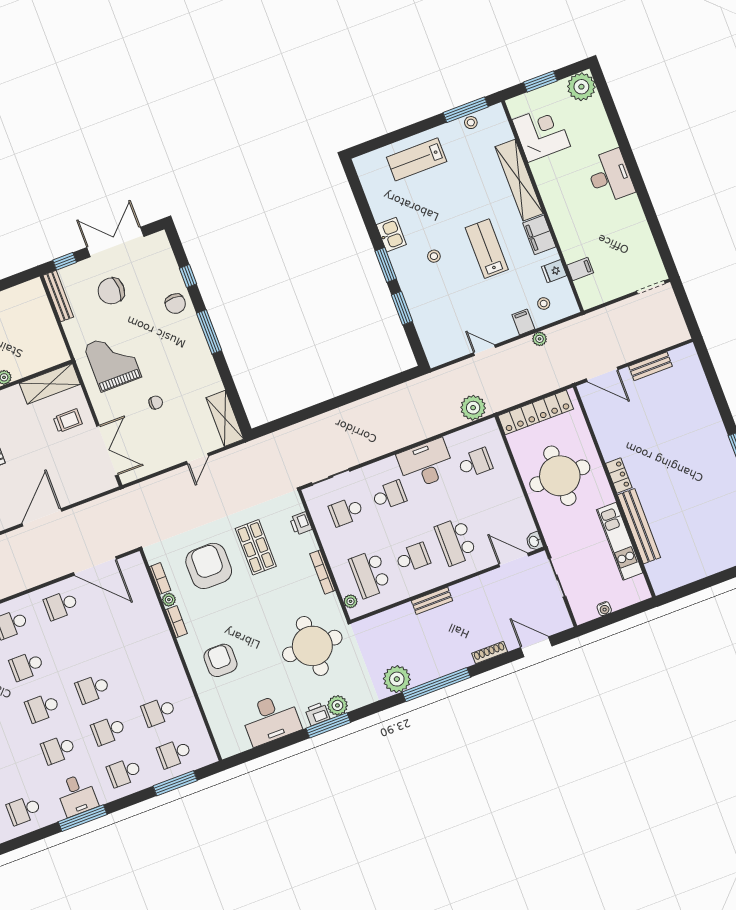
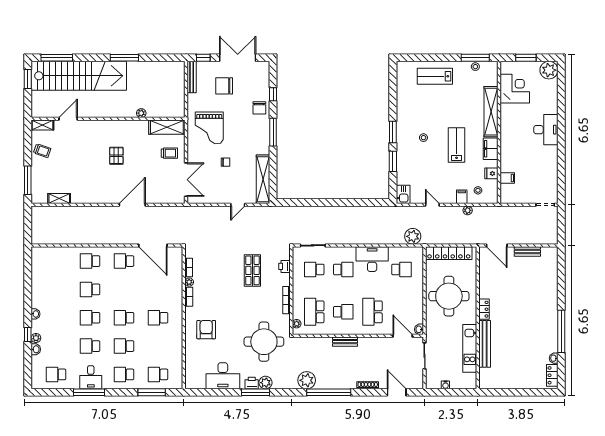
kitchen sink: (391, 235) -> (403, 194), moved
grand piano: (113, 361) -> (209, 128), turned 180
shelving: (225, 418) -> (263, 179), width x1.47
armchair: (209, 566) -> (220, 271), removed
school desk: (159, 712) -> (158, 318), moved

